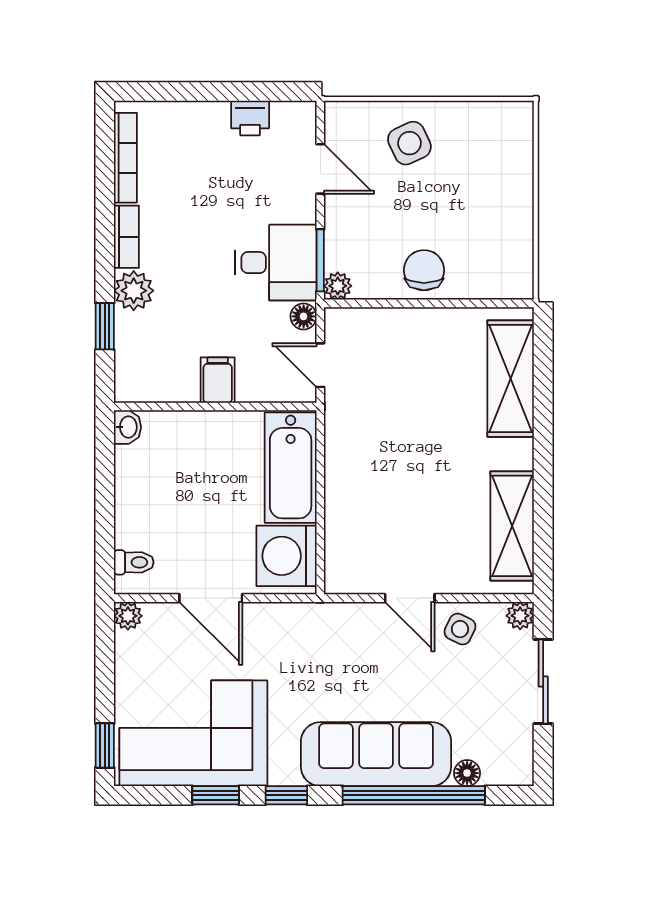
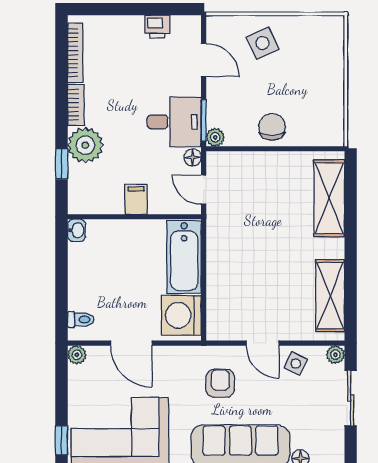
plant: (134, 291) -> (85, 145), width x1.36, depth x1.36
armchair: (346, 659) -> (220, 383), added

